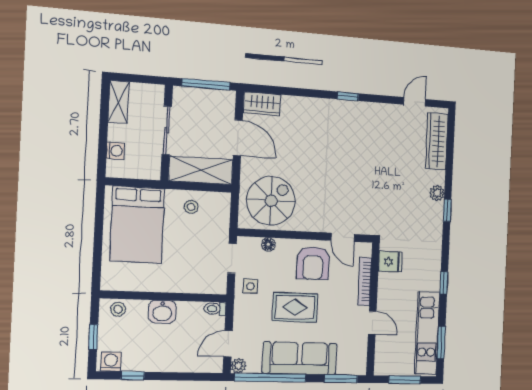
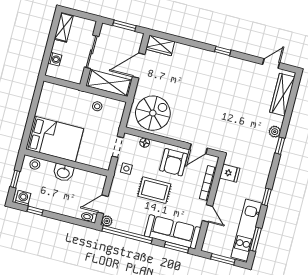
window: (206, 84) -> (124, 26), width x0.69
door: (238, 138) -> (139, 66), swing flipped
bed: (137, 225) -> (55, 139), moved, turned -90
door: (343, 237) -> (198, 149), hinge flipped
toilet: (215, 309) -> (89, 217), moved
sofa: (300, 358) -> (173, 232), moved

